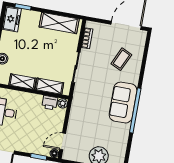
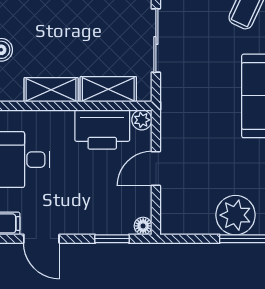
printer: (50, 103) -> (102, 130), width x1.87, depth x1.48
door: (63, 141) -> (156, 169), moved

